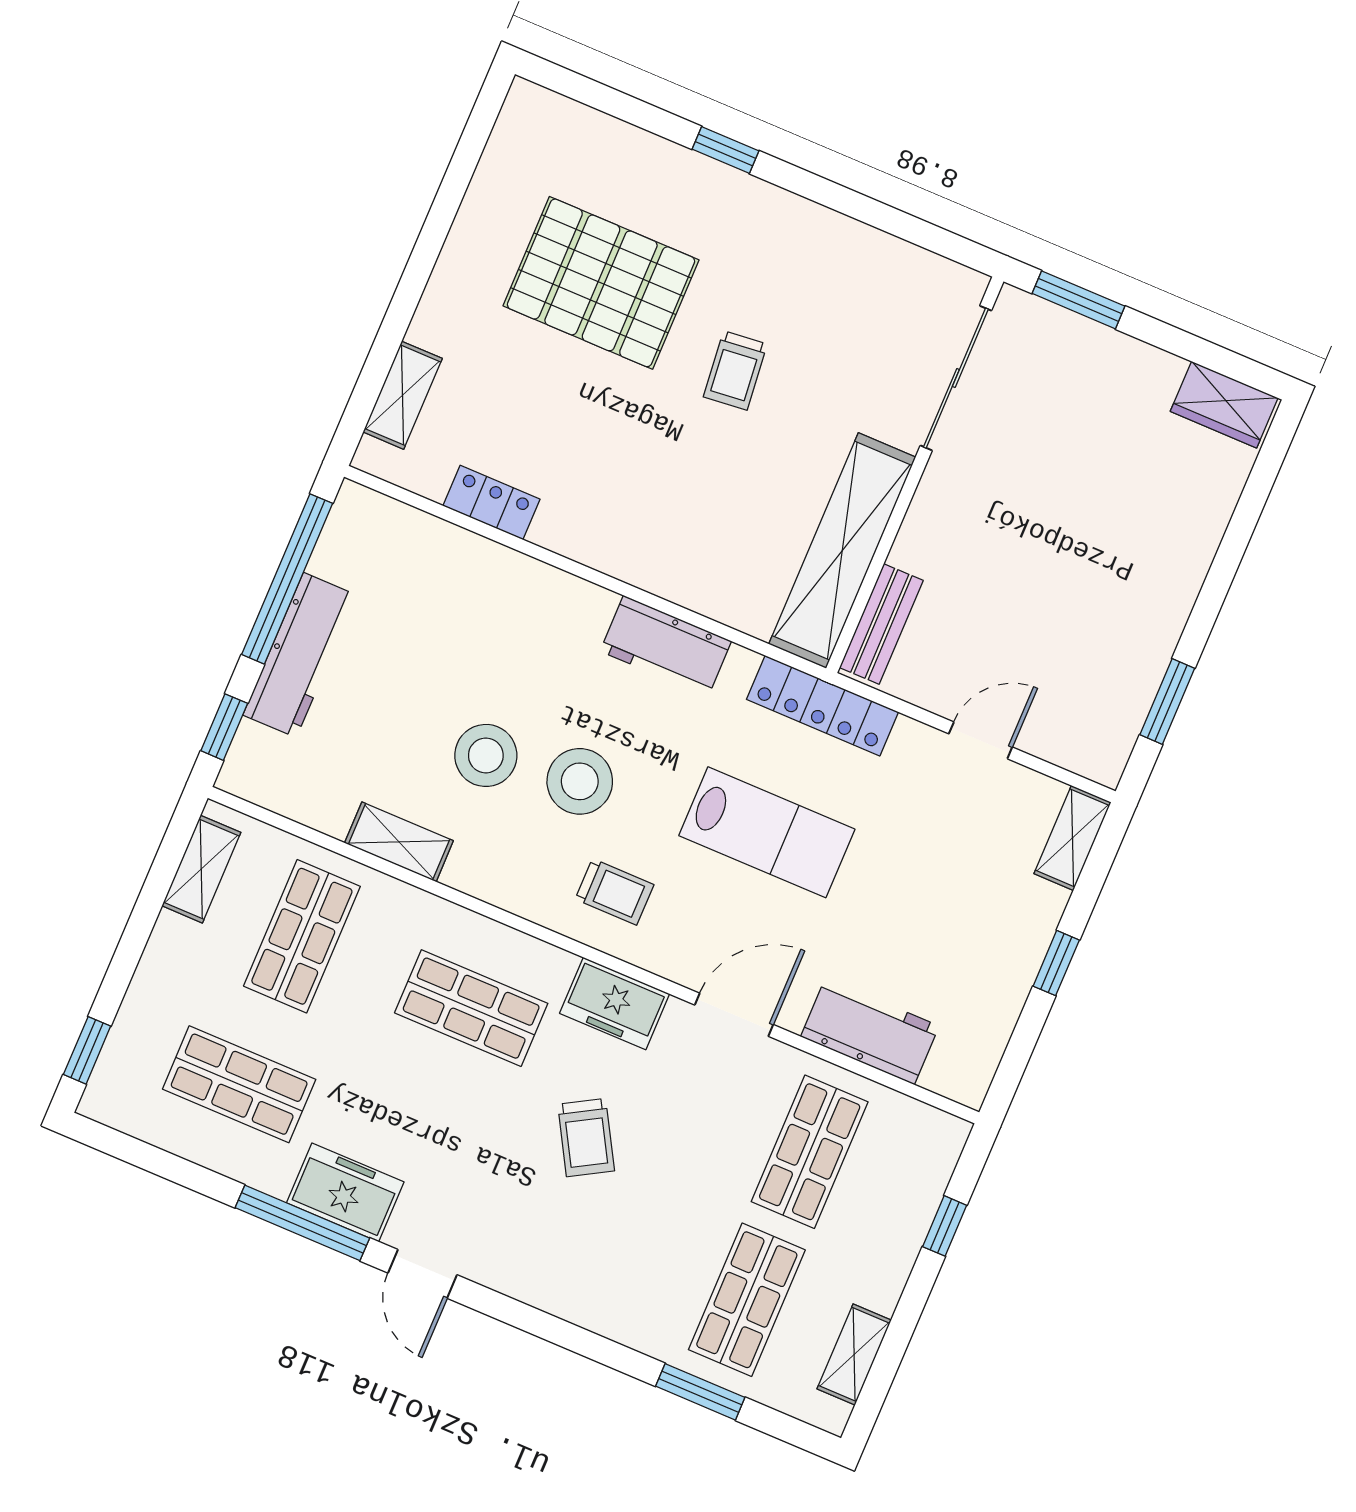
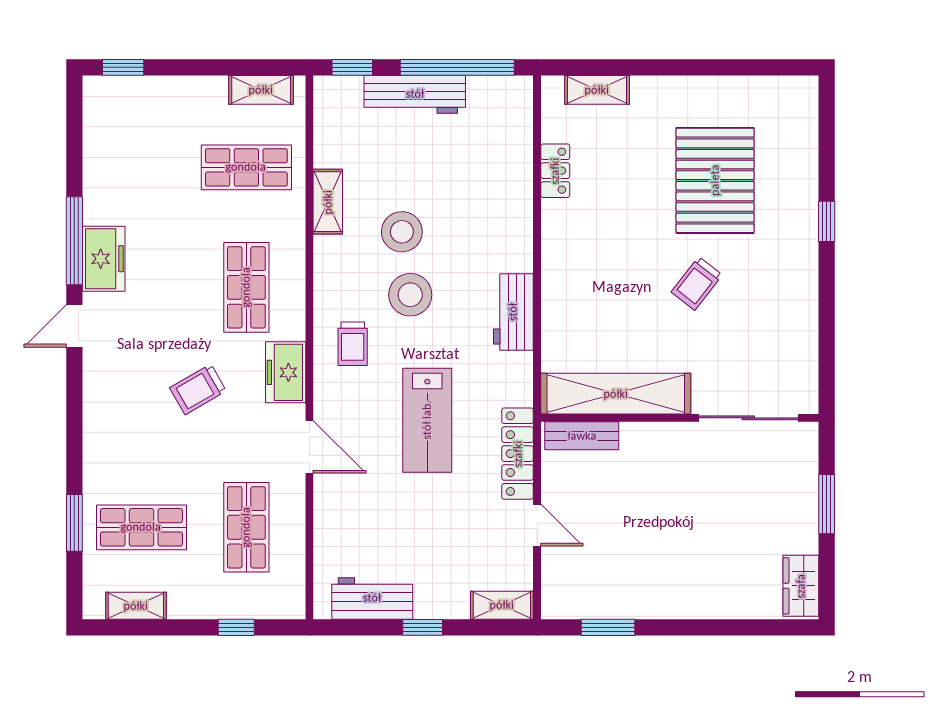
window: (1078, 300) -> (827, 504), moved
trolley: (735, 370) -> (697, 283), turned -46
locker: (822, 706) -> (518, 454), moved
workbench: (870, 1031) -> (372, 598), moved, turned -90
shop shelf: (239, 1084) -> (141, 167), removed
shop shelf: (810, 1152) -> (246, 527), turned 90

